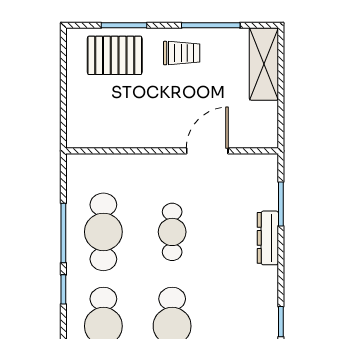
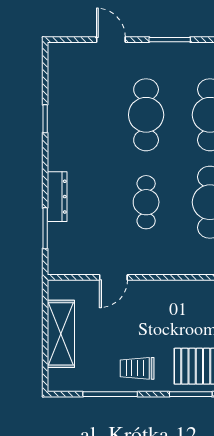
shelving: (264, 64) -> (61, 334), moved
door: (207, 151) -> (113, 277), width x0.73

